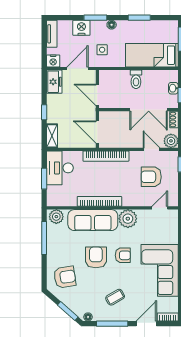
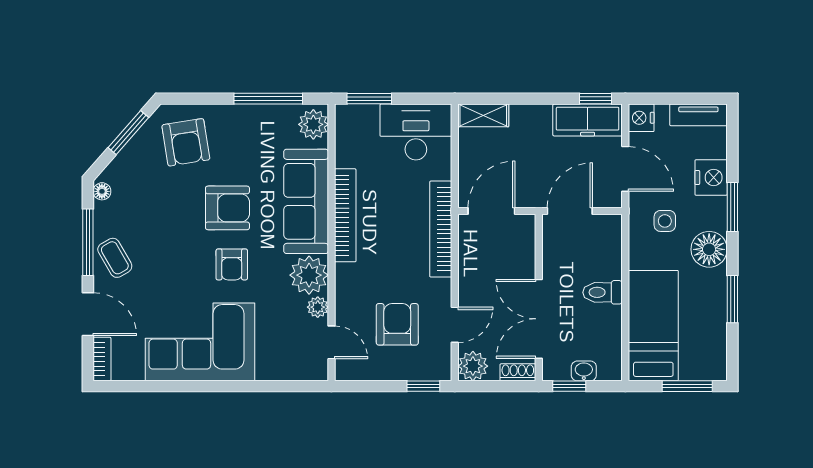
floor lamp: (112, 25) -> (709, 249), width x1.89, depth x1.89
freezer: (54, 82) -> (588, 120), width x1.40
window: (44, 112) -> (596, 99), moved
window: (44, 179) -> (369, 99), moved
plant: (143, 215) -> (318, 307), added
coffee table: (115, 297) -> (115, 258), moved
window: (68, 311) -> (128, 133), moved

